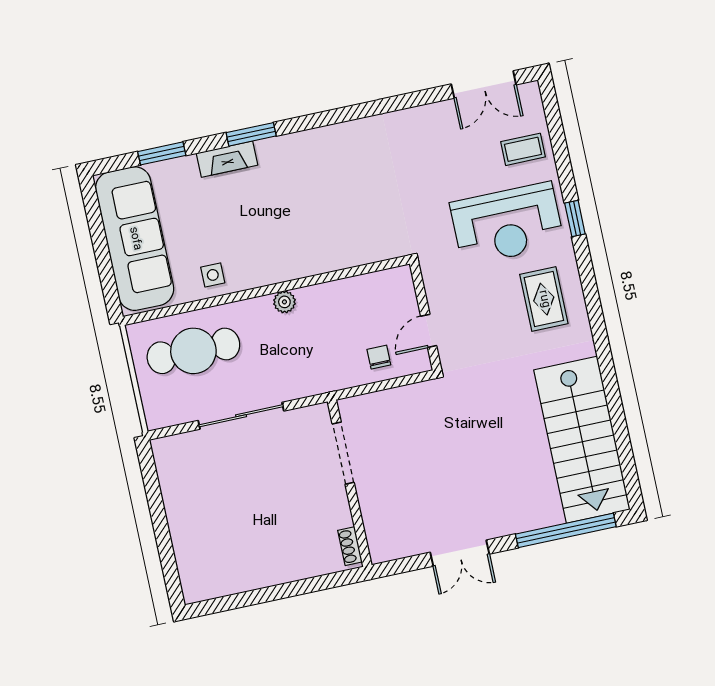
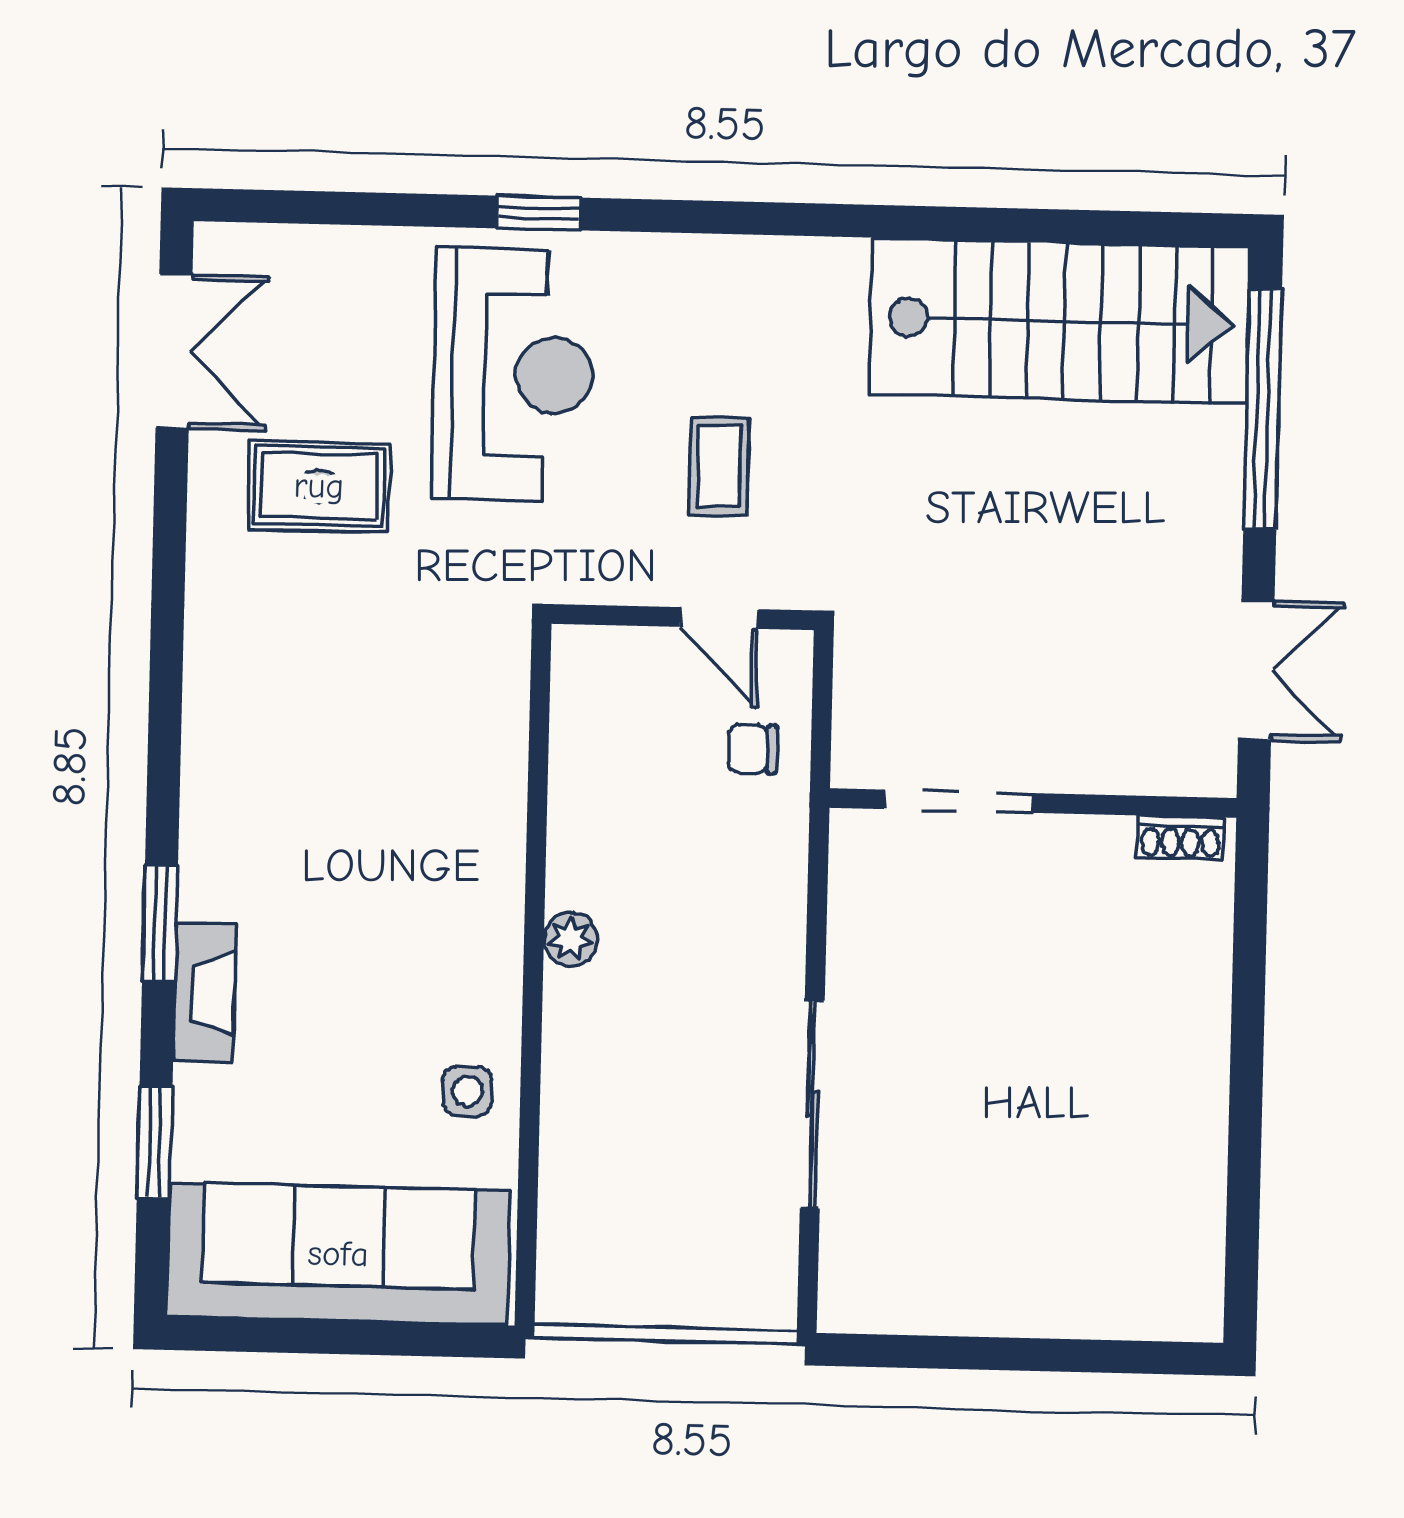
coffee table: (523, 149) -> (719, 466), moved
rug: (544, 299) -> (319, 486), moved
cafe table: (193, 351) -> (634, 1179), removed
doorway: (343, 453) -> (959, 801), moved
wall: (350, 483) -> (1033, 803), moved
shoe rack: (350, 546) -> (1180, 838), moved

